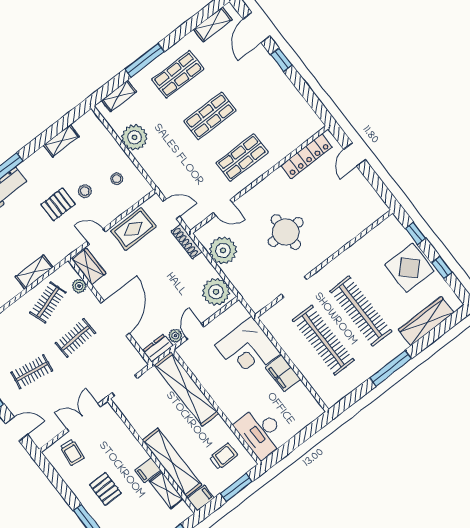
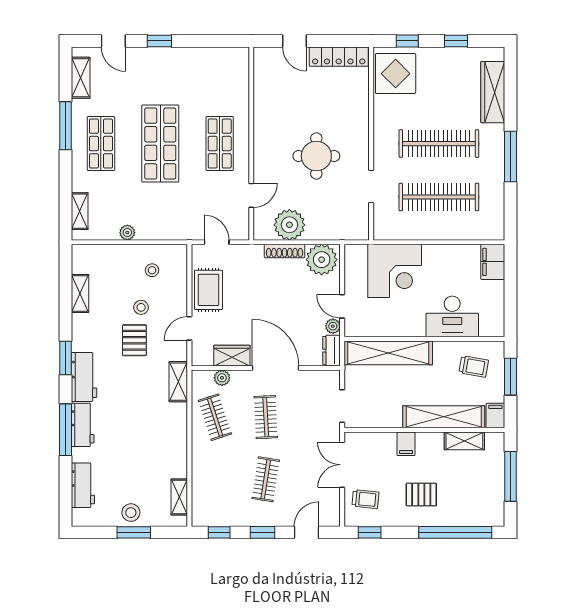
door: (256, 28) -> (113, 41), width x0.73
window: (145, 60) -> (66, 126), moved
shop shelf: (210, 116) -> (160, 144), width x1.43, depth x1.36
plant: (134, 137) -> (127, 233), width x0.53, depth x0.53
locker: (306, 156) -> (339, 57), moved, turned 90
door: (171, 209) -> (217, 242), hinge flipped
shoe rack: (187, 241) -> (284, 251), moved
wardrobe: (89, 266) -> (232, 356), moved
display table: (409, 268) -> (396, 74), moved
shelving: (34, 272) -> (178, 382), moved
filing cabinet: (283, 373) -> (493, 262), moved, turned 90
desk: (261, 432) -> (452, 316), moved
trolley: (223, 456) -> (474, 366), turned 100
filing cabinet: (148, 470) -> (406, 444), moved
window: (51, 473) -> (370, 532), added

